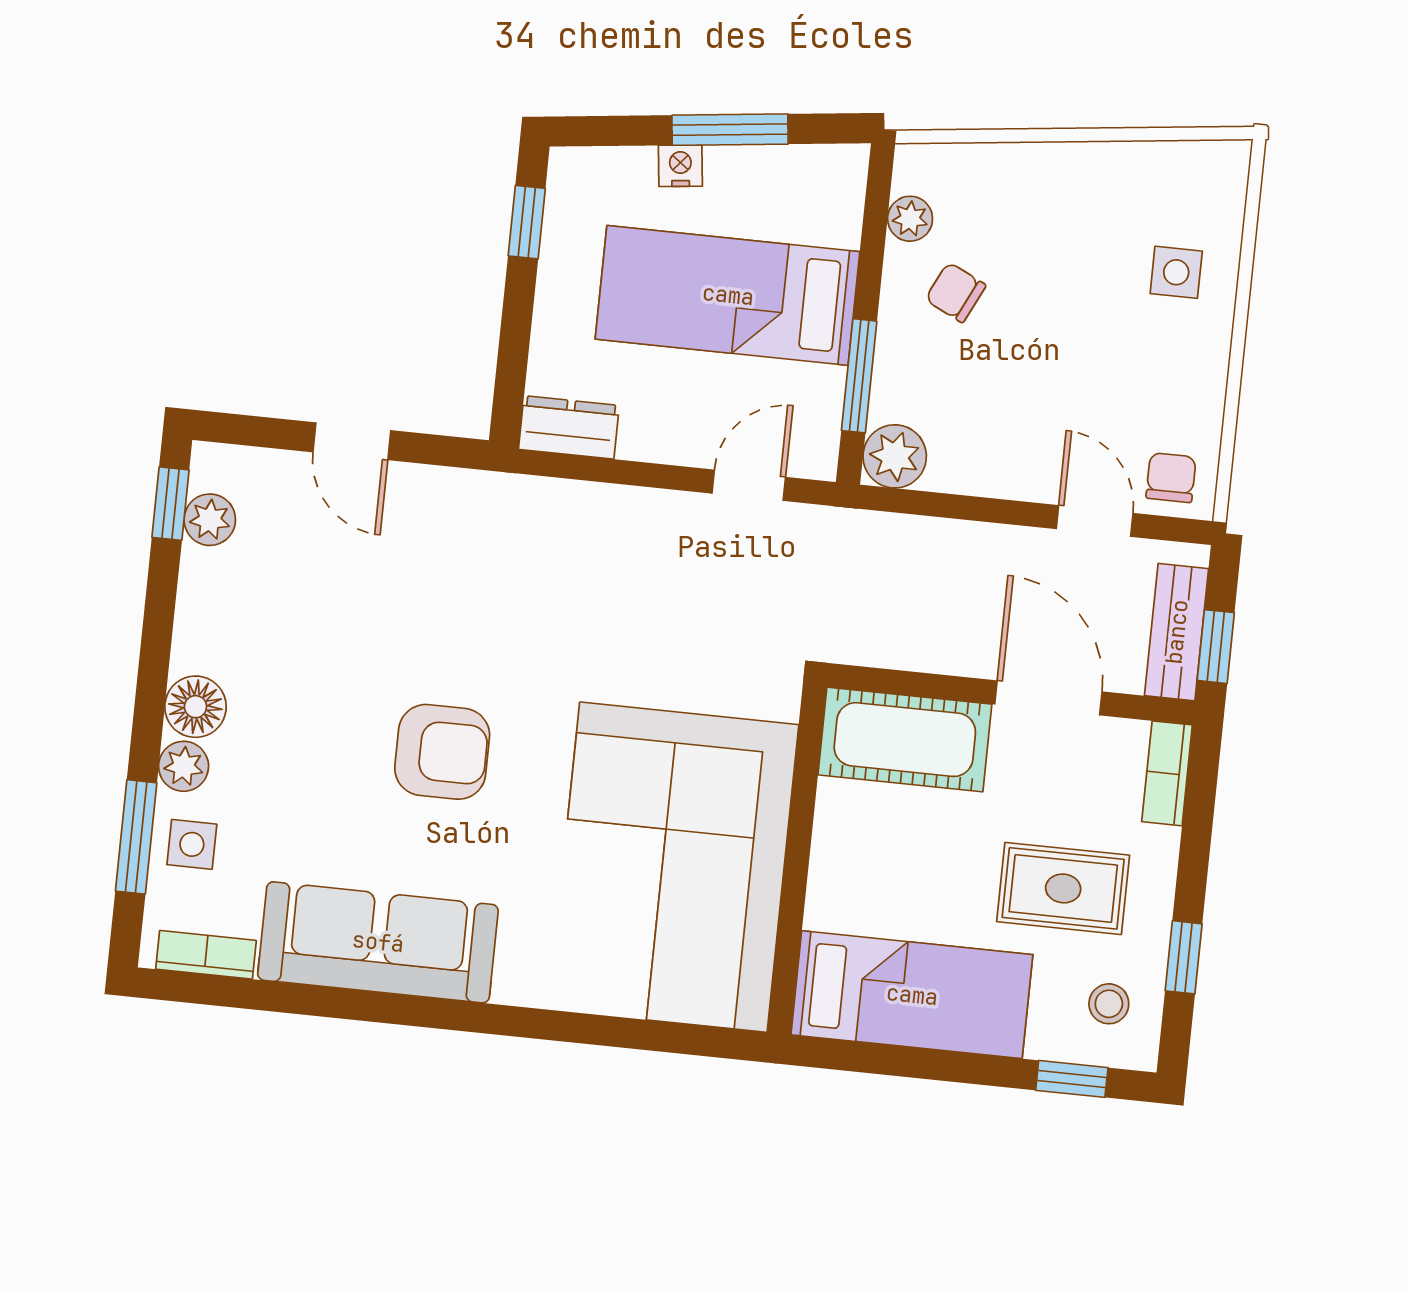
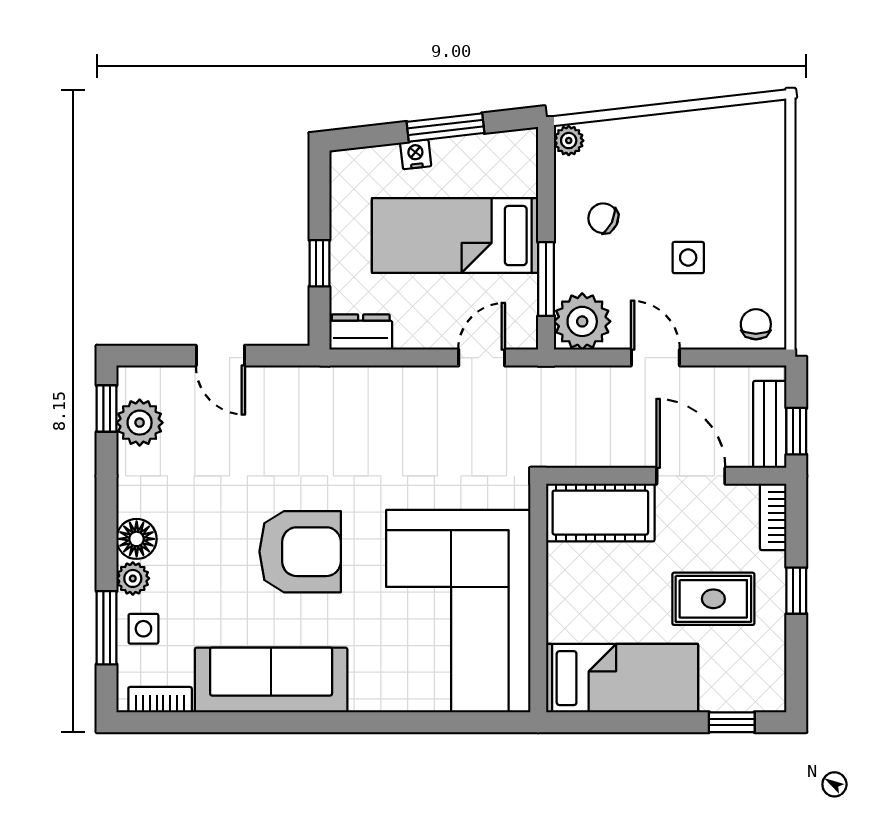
plant: (910, 219) -> (569, 141), moved
window: (527, 222) -> (319, 263), moved
side table: (1176, 272) -> (688, 258), moved
plant: (895, 456) -> (582, 321), width x1.36, depth x1.36
plant: (210, 520) -> (140, 423), width x1.38, depth x1.38
door: (1095, 521) -> (655, 358), moved
armchair: (442, 752) -> (300, 552), width x1.36, depth x1.36
window: (1184, 957) -> (796, 591), moved
stool: (1109, 1004) -> (751, 671), removed

